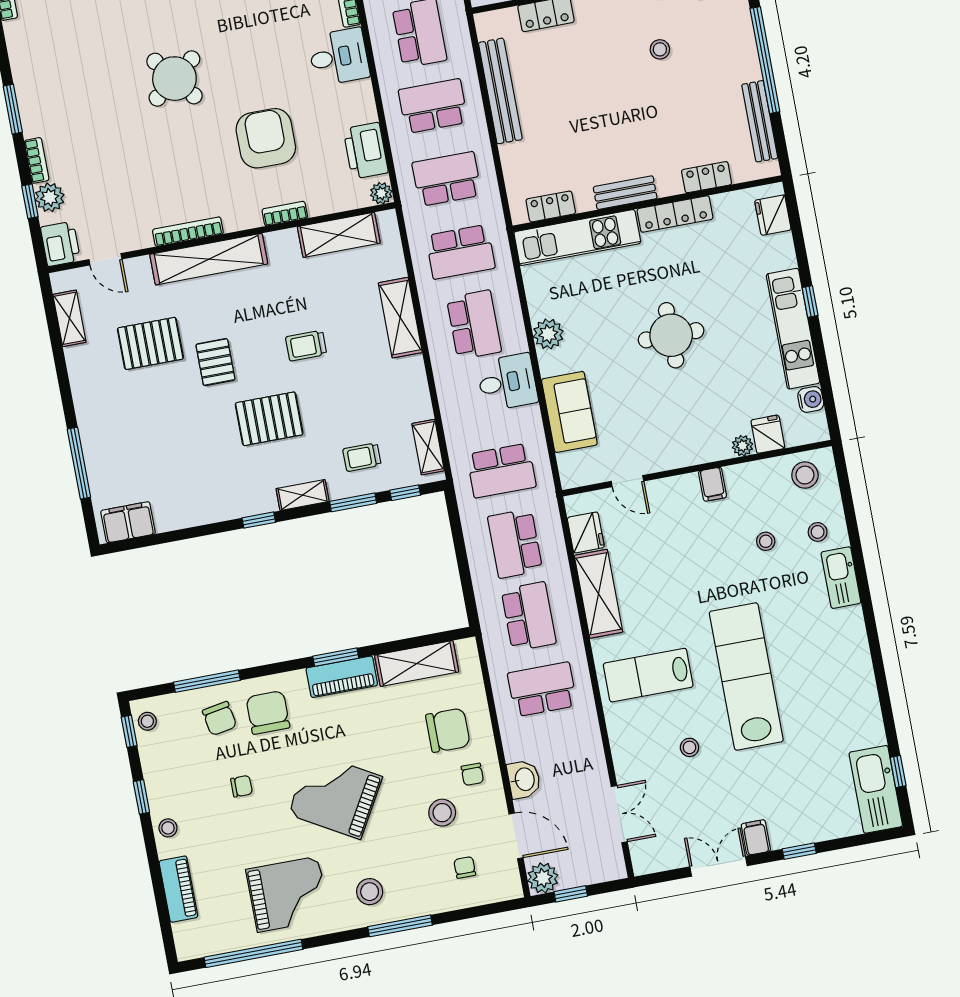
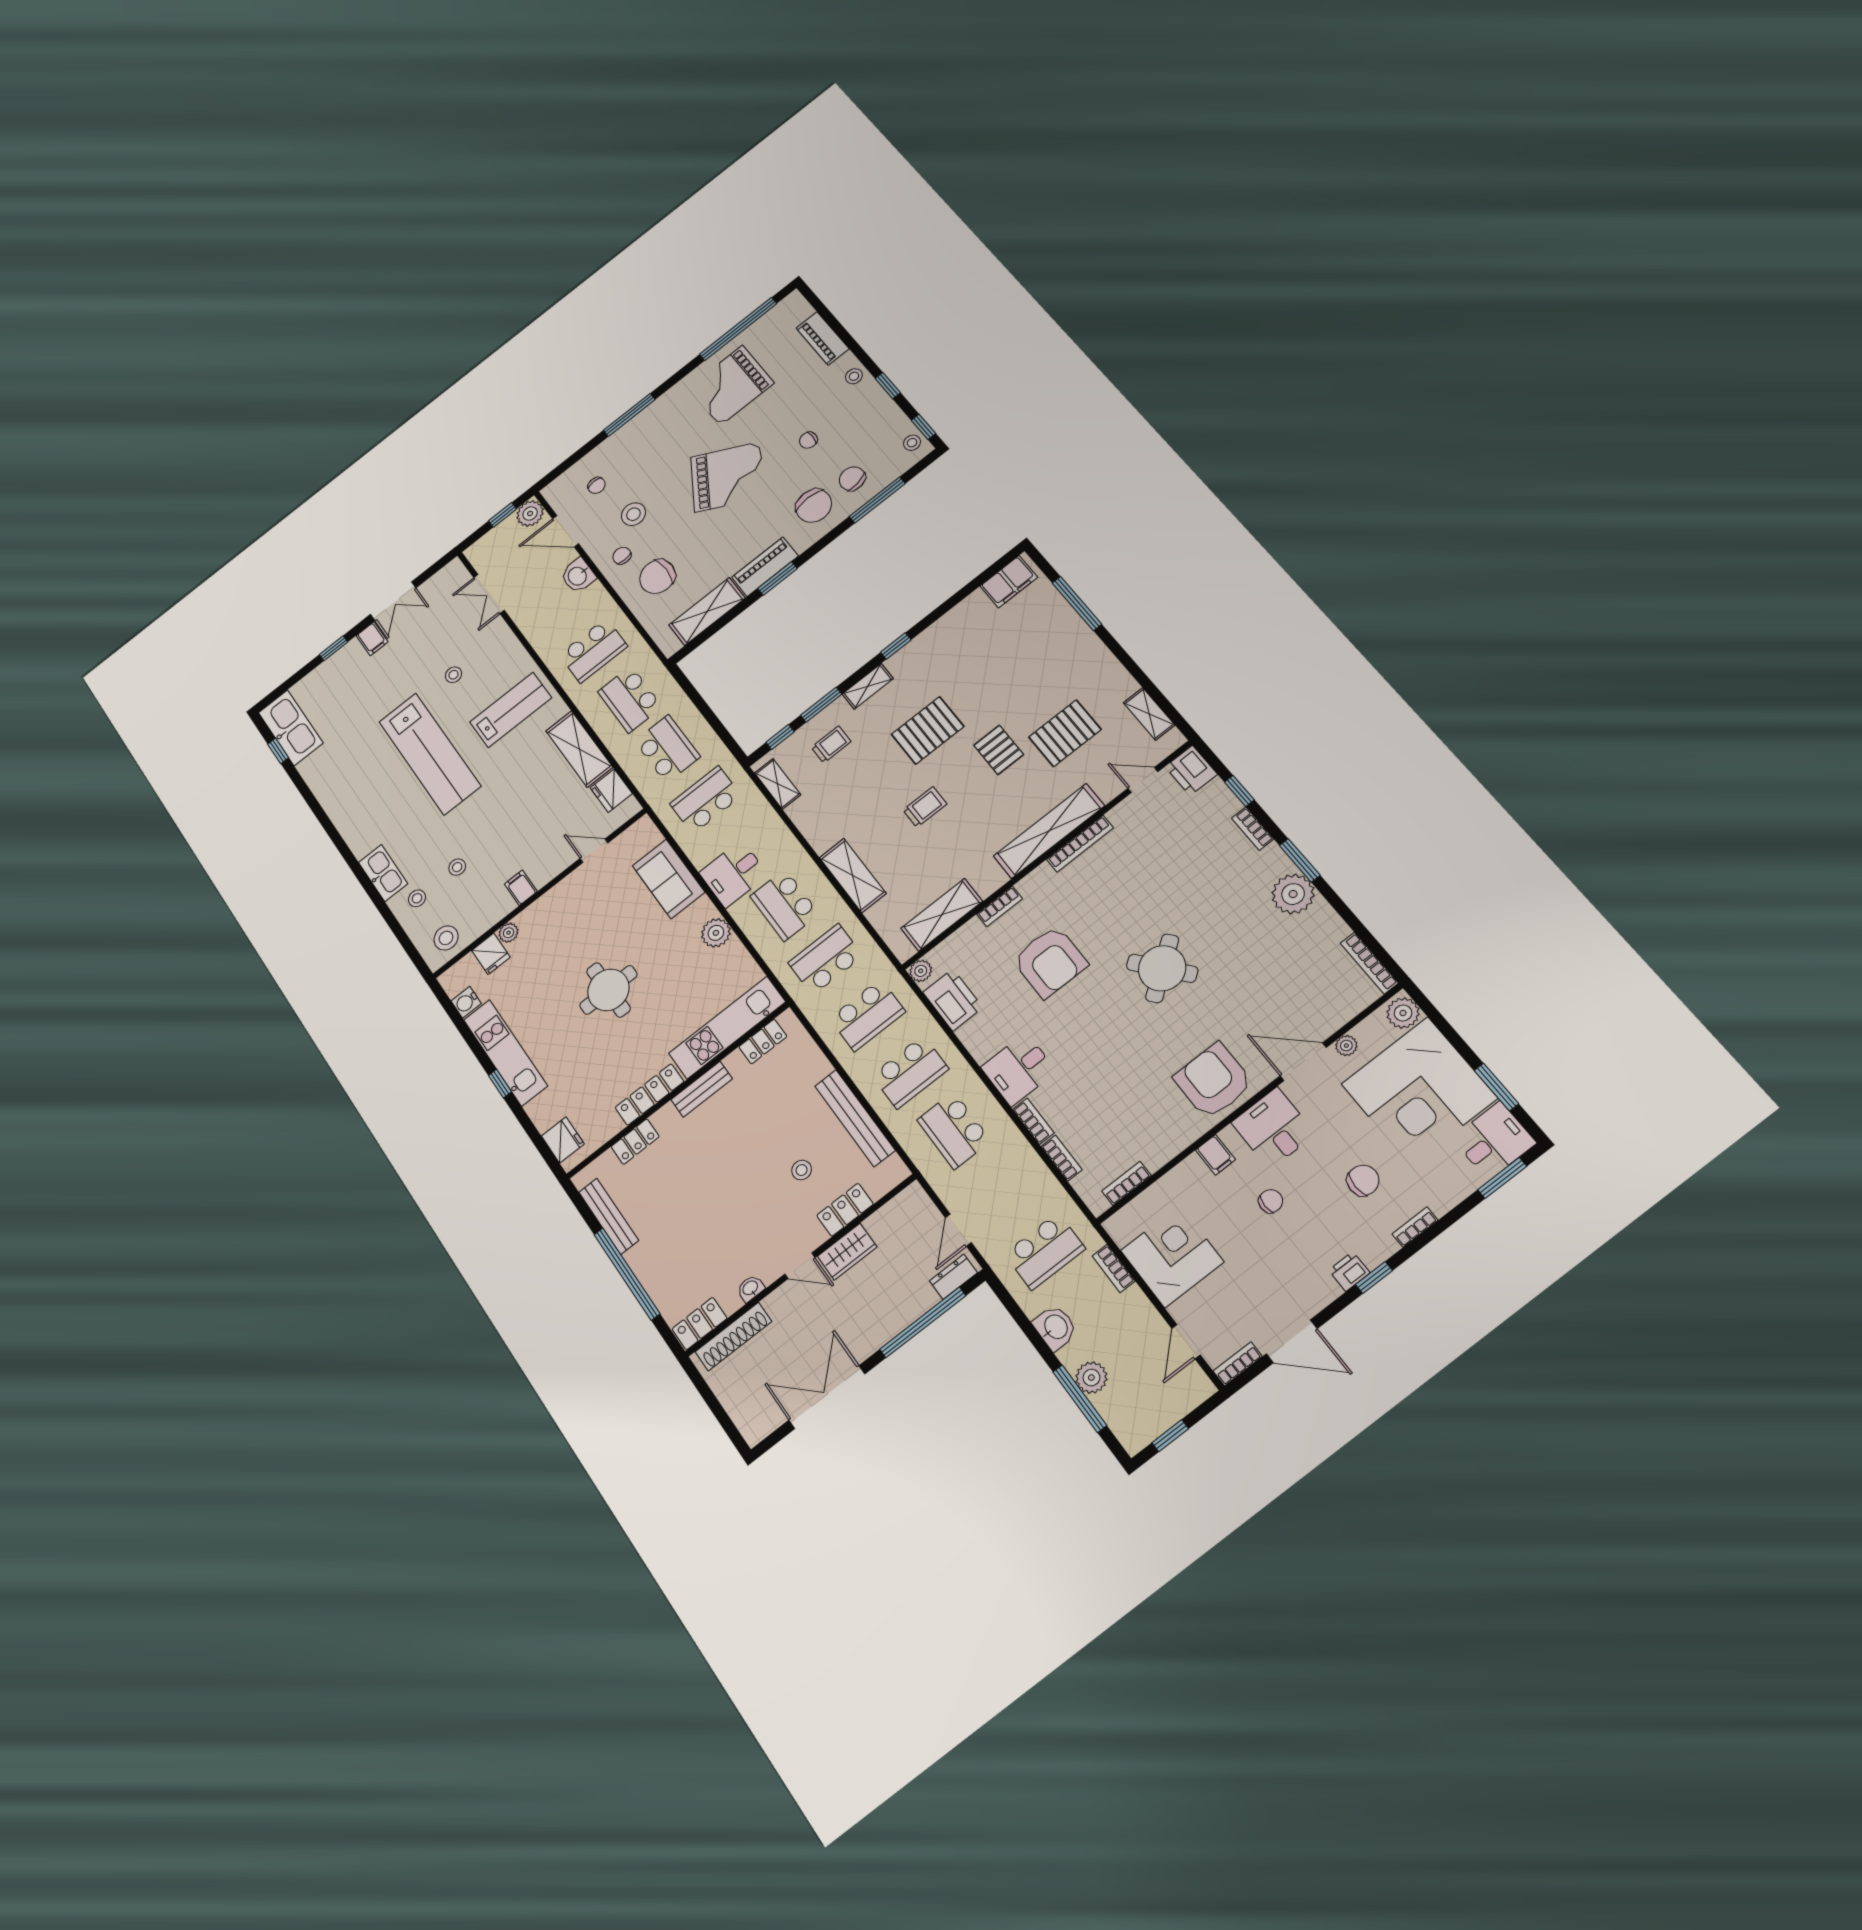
stool: (660, 49) -> (802, 1170), moved
plant: (50, 197) -> (1293, 894), moved, width x1.36, depth x1.36
stool: (370, 892) -> (665, 425), removed

